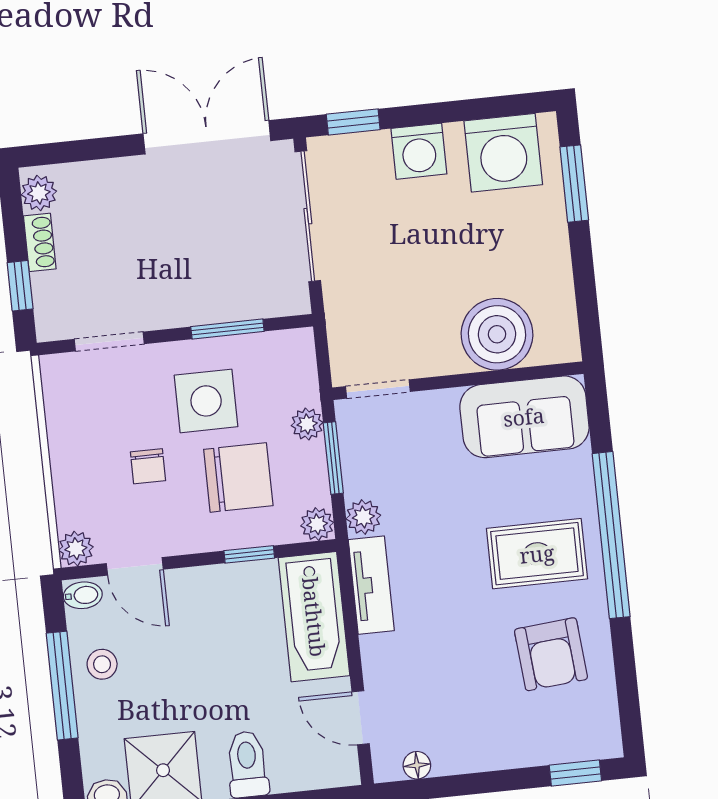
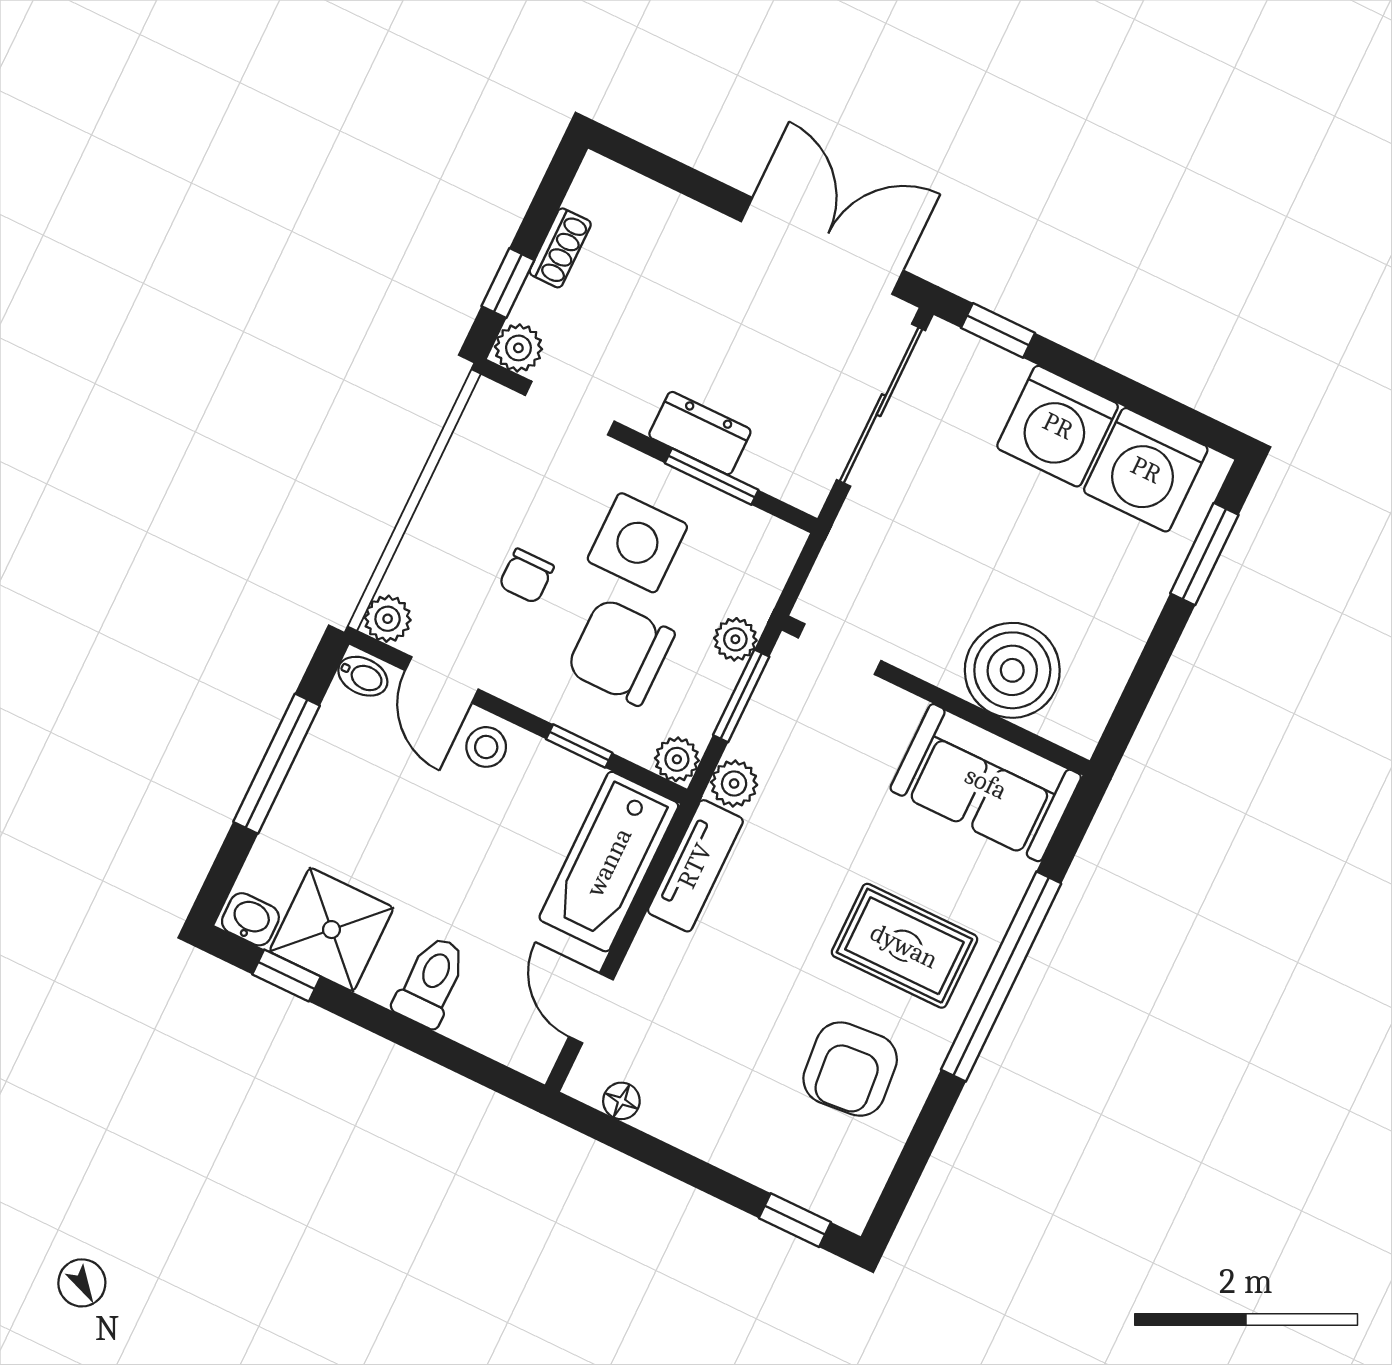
washing machine: (419, 151) -> (1058, 426), width x1.37, depth x1.37
plant: (39, 193) -> (518, 348), moved
dresser: (203, 306) -> (700, 433), added
chair: (238, 477) -> (620, 652), turned 180
stool: (102, 664) -> (486, 747), moved

